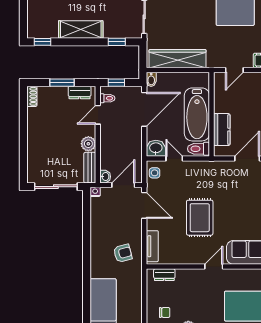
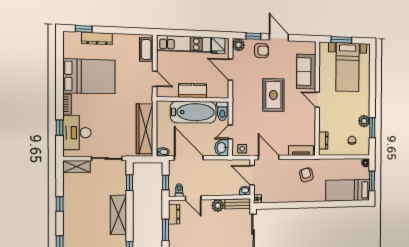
kitchen counter: (222, 130) -> (193, 91), moved
door: (144, 205) -> (269, 157), hinge flipped
rug: (200, 218) -> (273, 95), moved, turned 90

